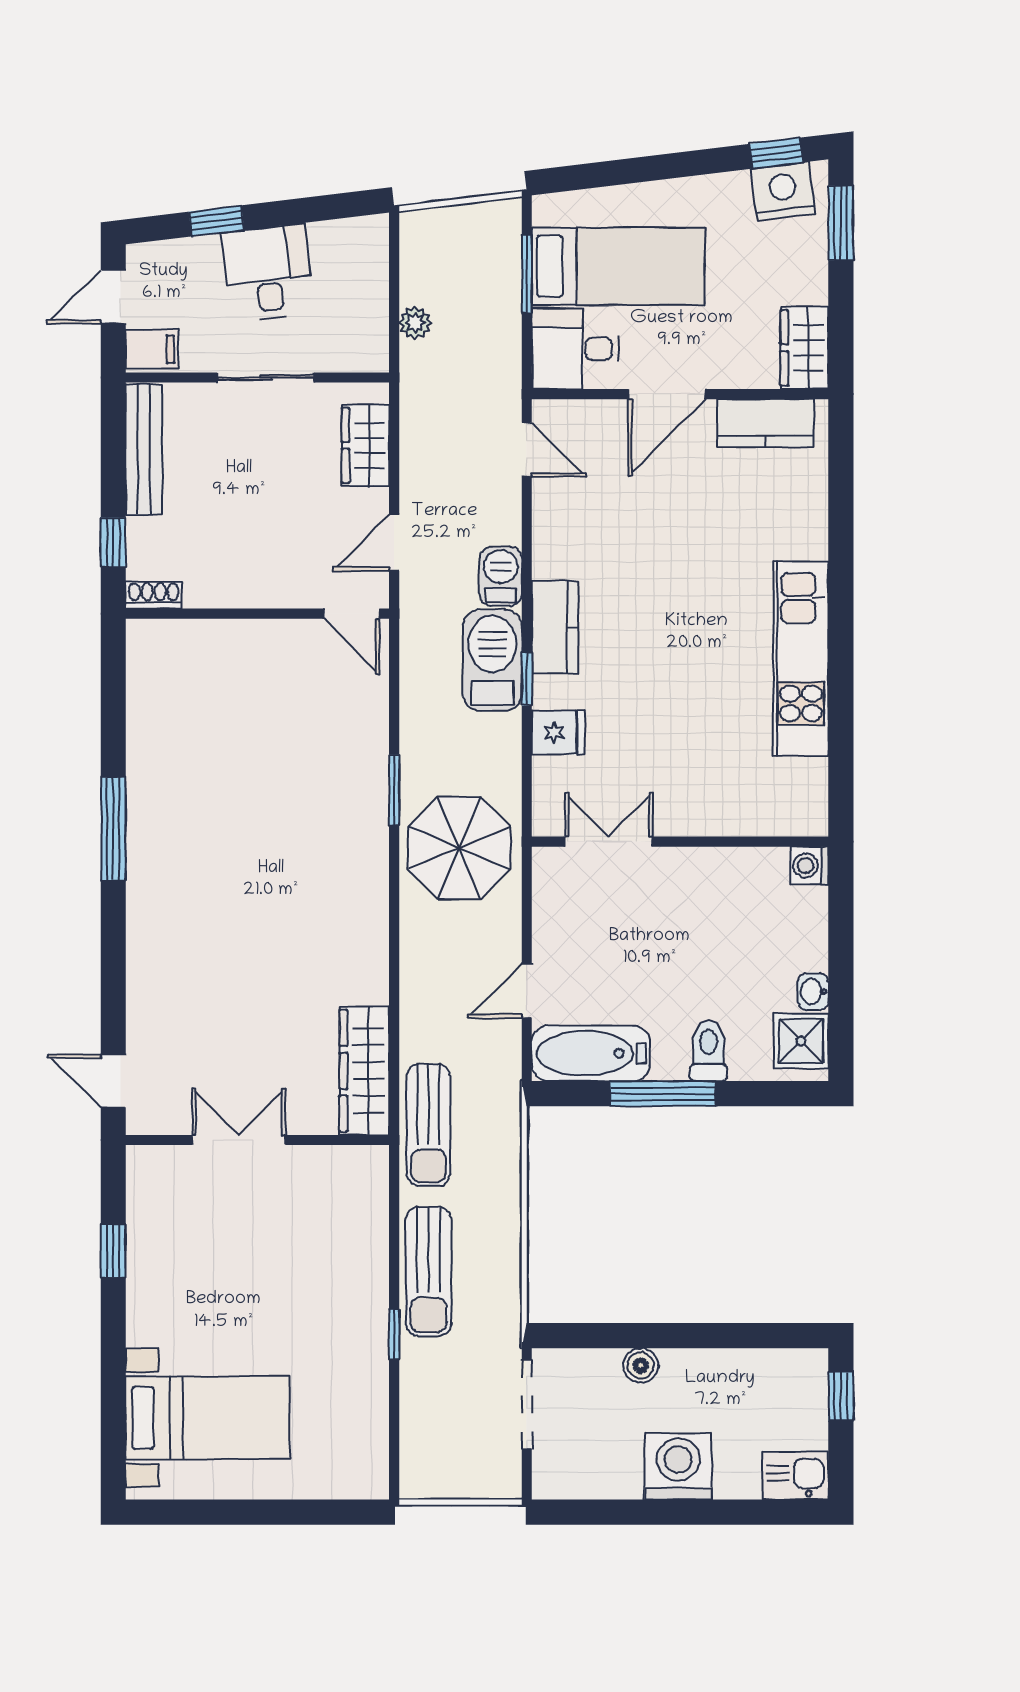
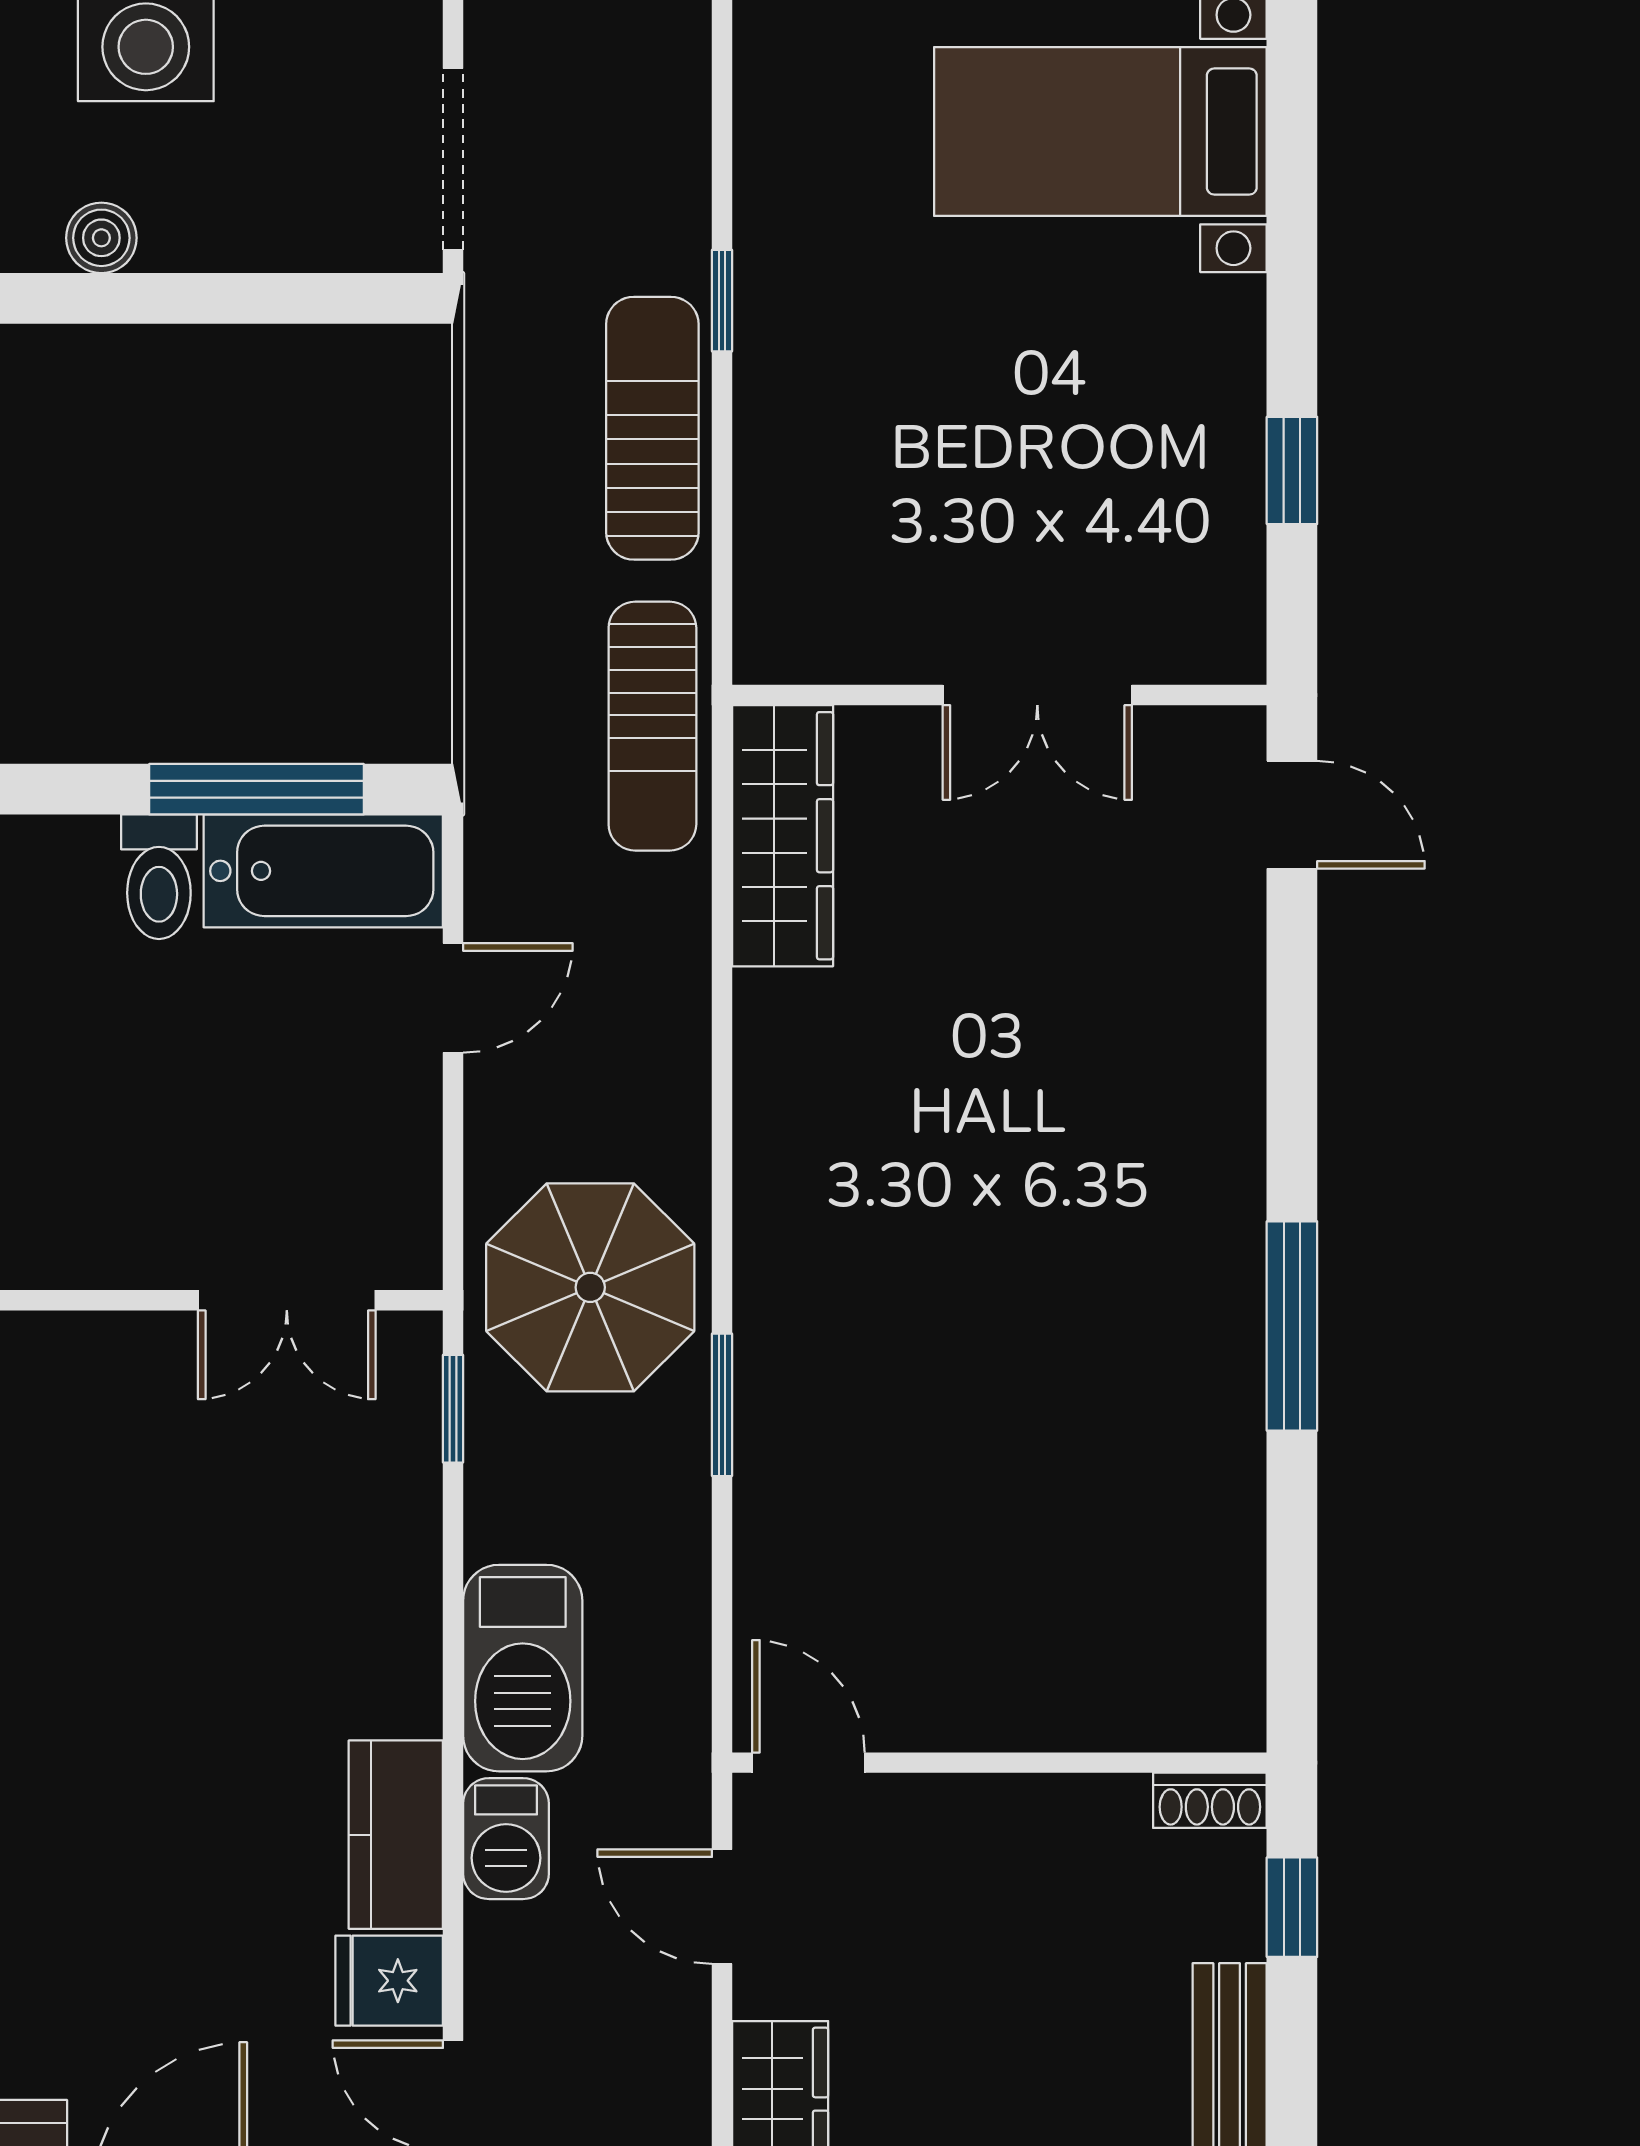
door: (394, 543) -> (722, 1907), swing flipped
kitchen counter: (555, 627) -> (396, 1835), moved
window: (527, 679) -> (453, 1409), moved
fridge: (558, 732) -> (389, 1981), moved
toilet: (708, 1050) -> (159, 877), moved
window: (663, 1094) -> (257, 789), moved
sun lounger: (428, 1125) -> (652, 726), turned 180
boiler: (641, 1365) -> (101, 238), moved

